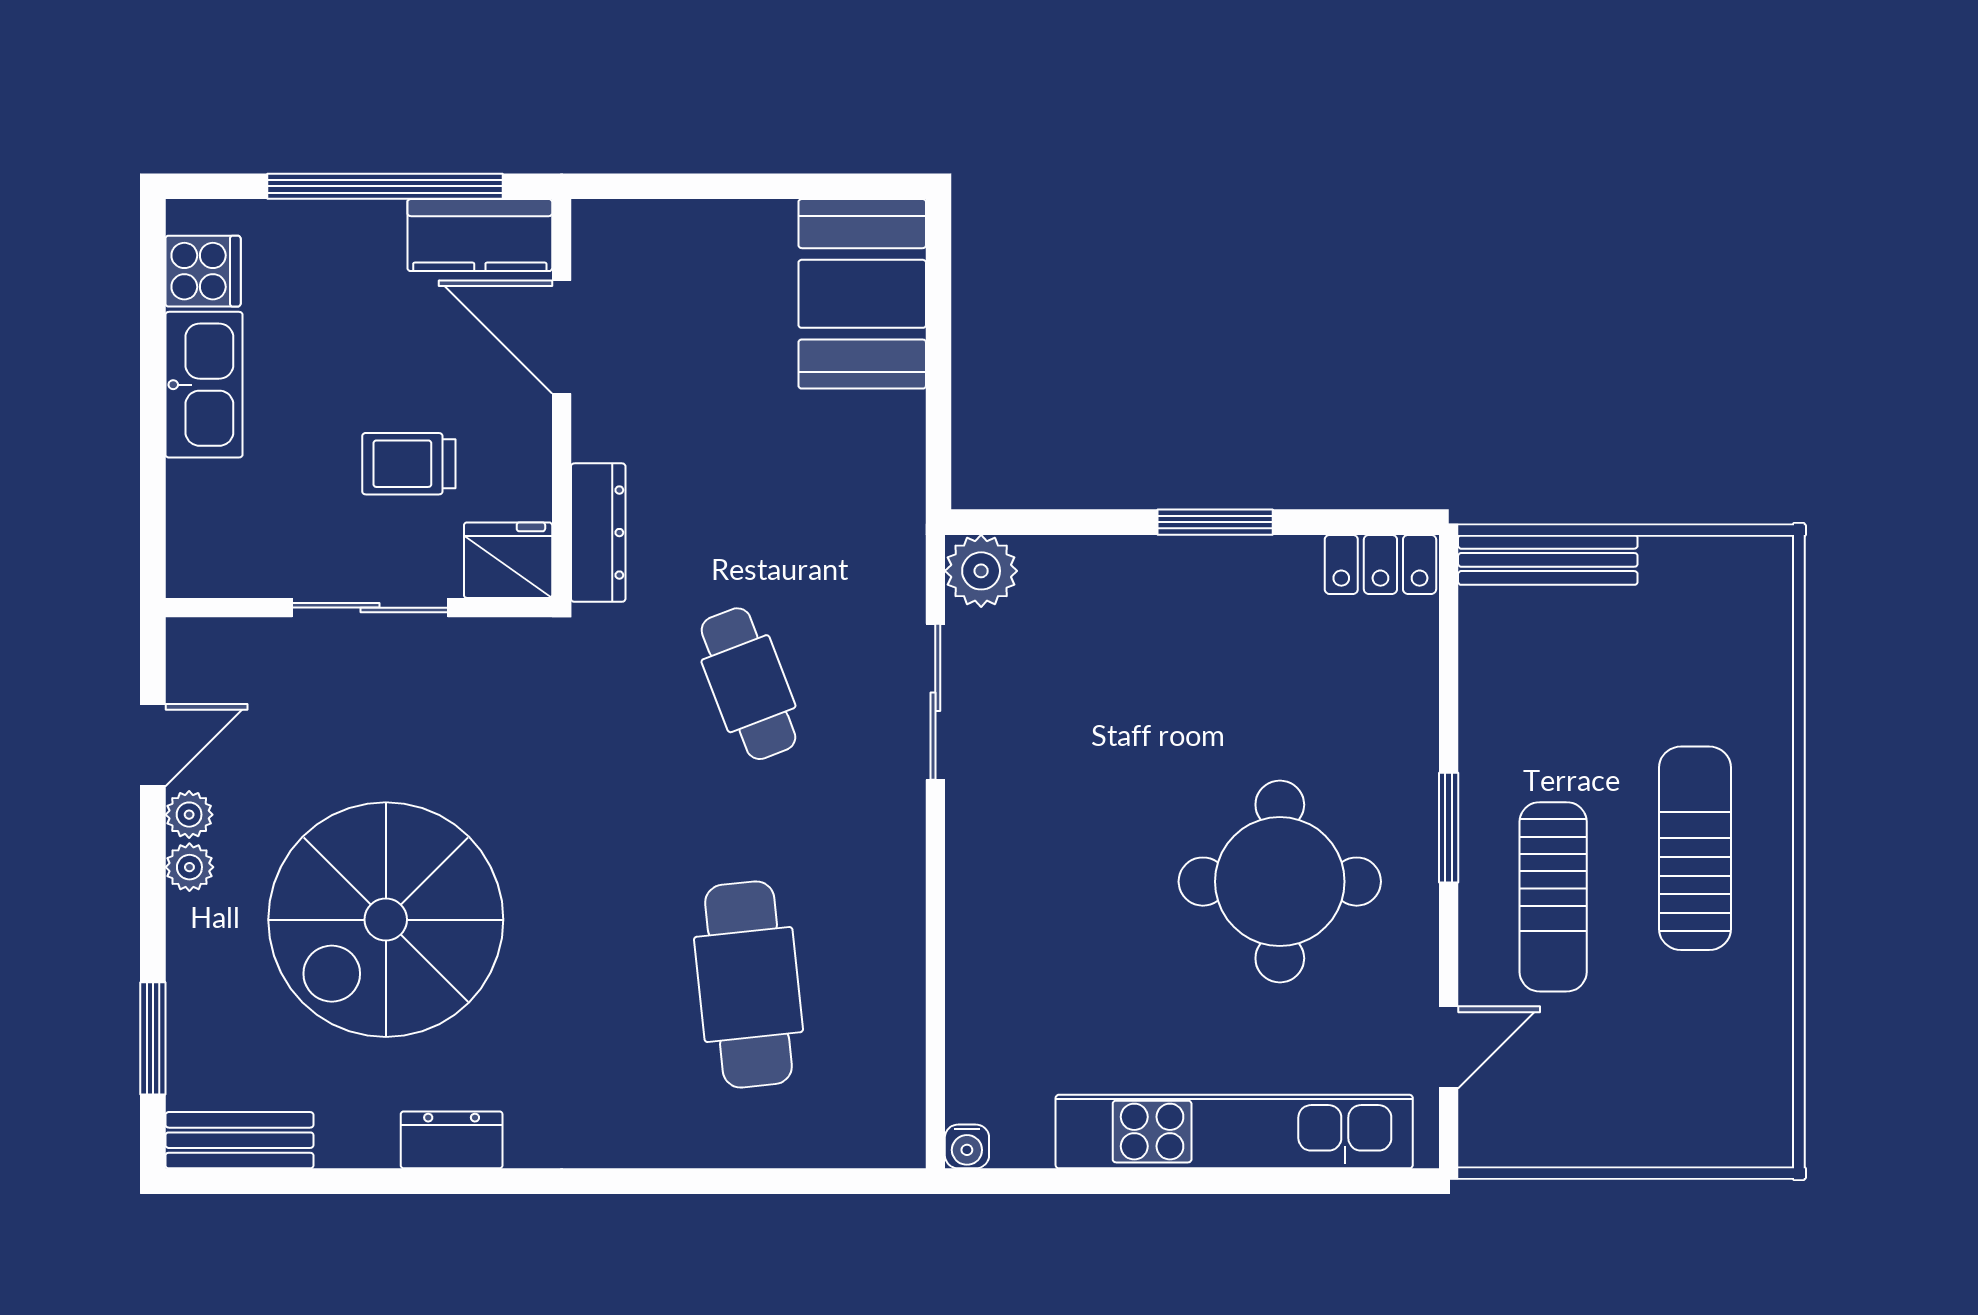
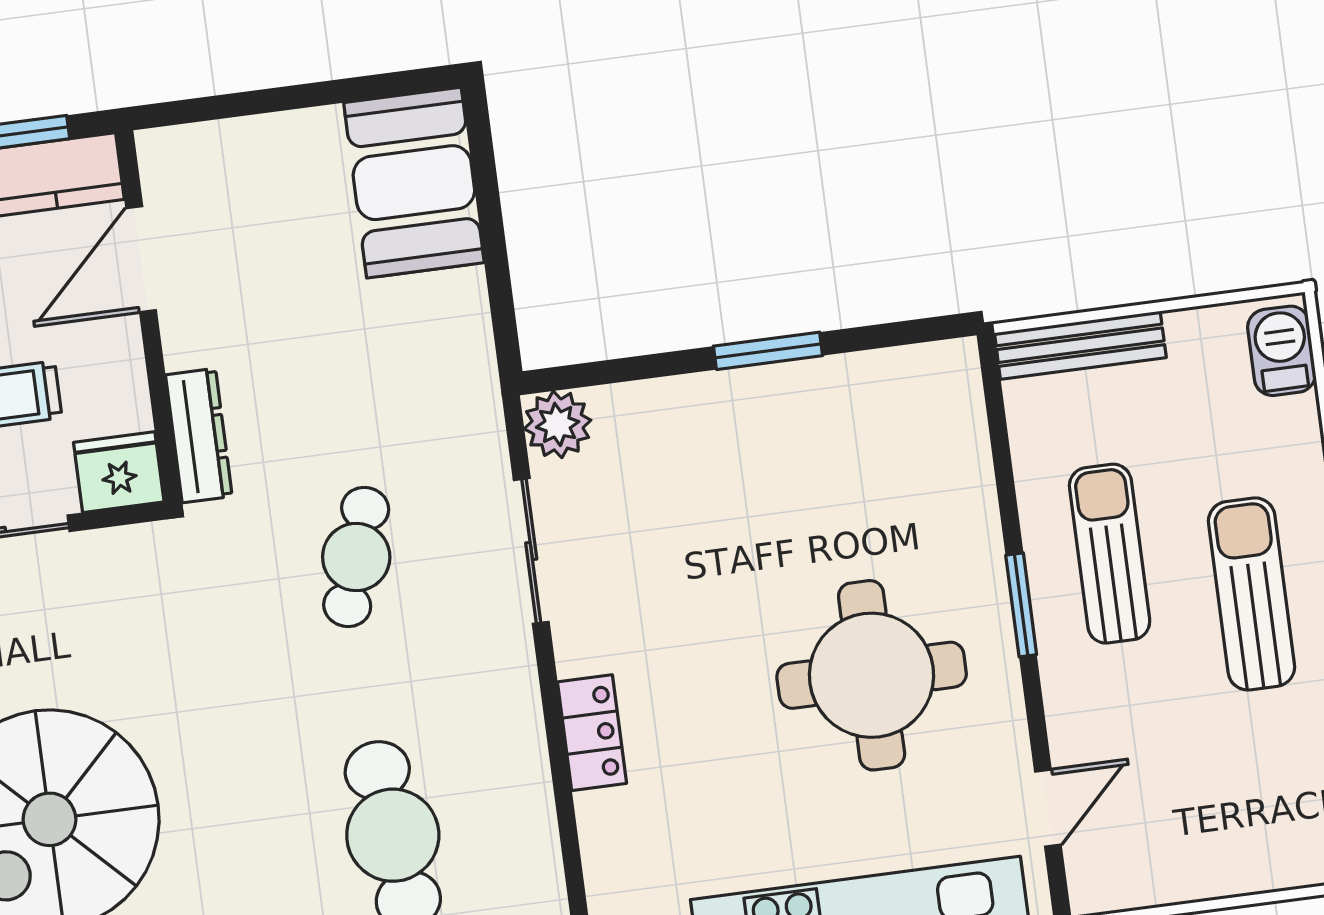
door: (562, 337) -> (141, 259), hinge flipped
locker: (1380, 564) -> (592, 733), moved, turned -90
barbecue: (1761, 594) -> (1282, 351), added
cafe table: (748, 684) -> (356, 557), turned 39
sun lounger: (1553, 897) -> (1110, 554), moved, turned 180

